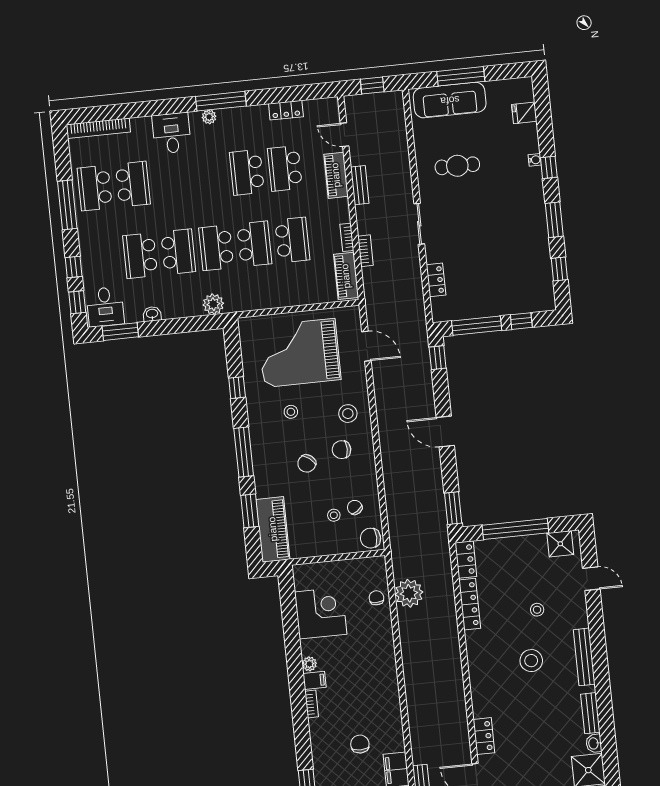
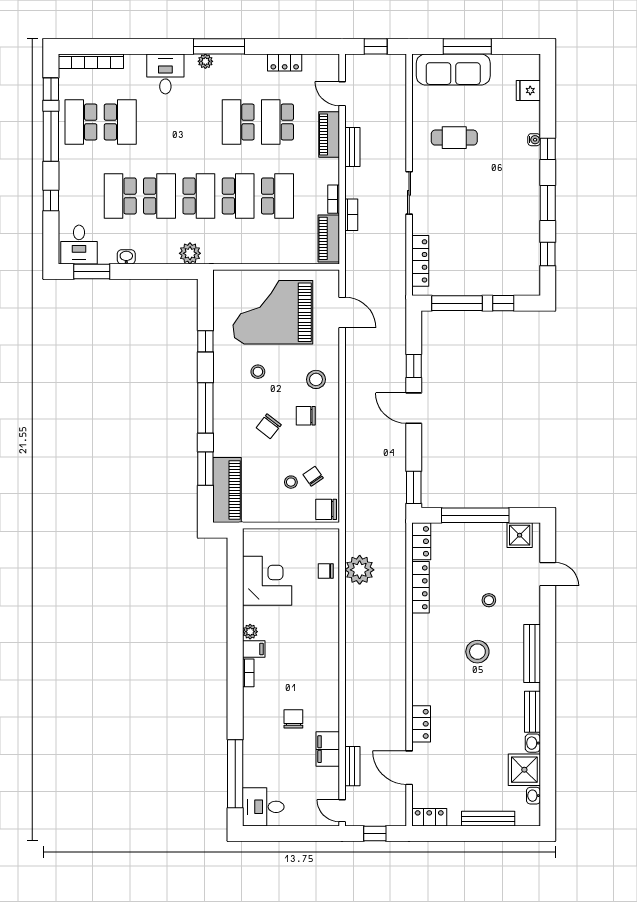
school desk: (216, 248) -> (199, 196), turned 180
locker: (436, 280) -> (420, 261), width x1.53
window: (77, 302) -> (51, 89), moved
window: (438, 358) -> (414, 366), moved
chair: (376, 598) -> (326, 571), turned -90

